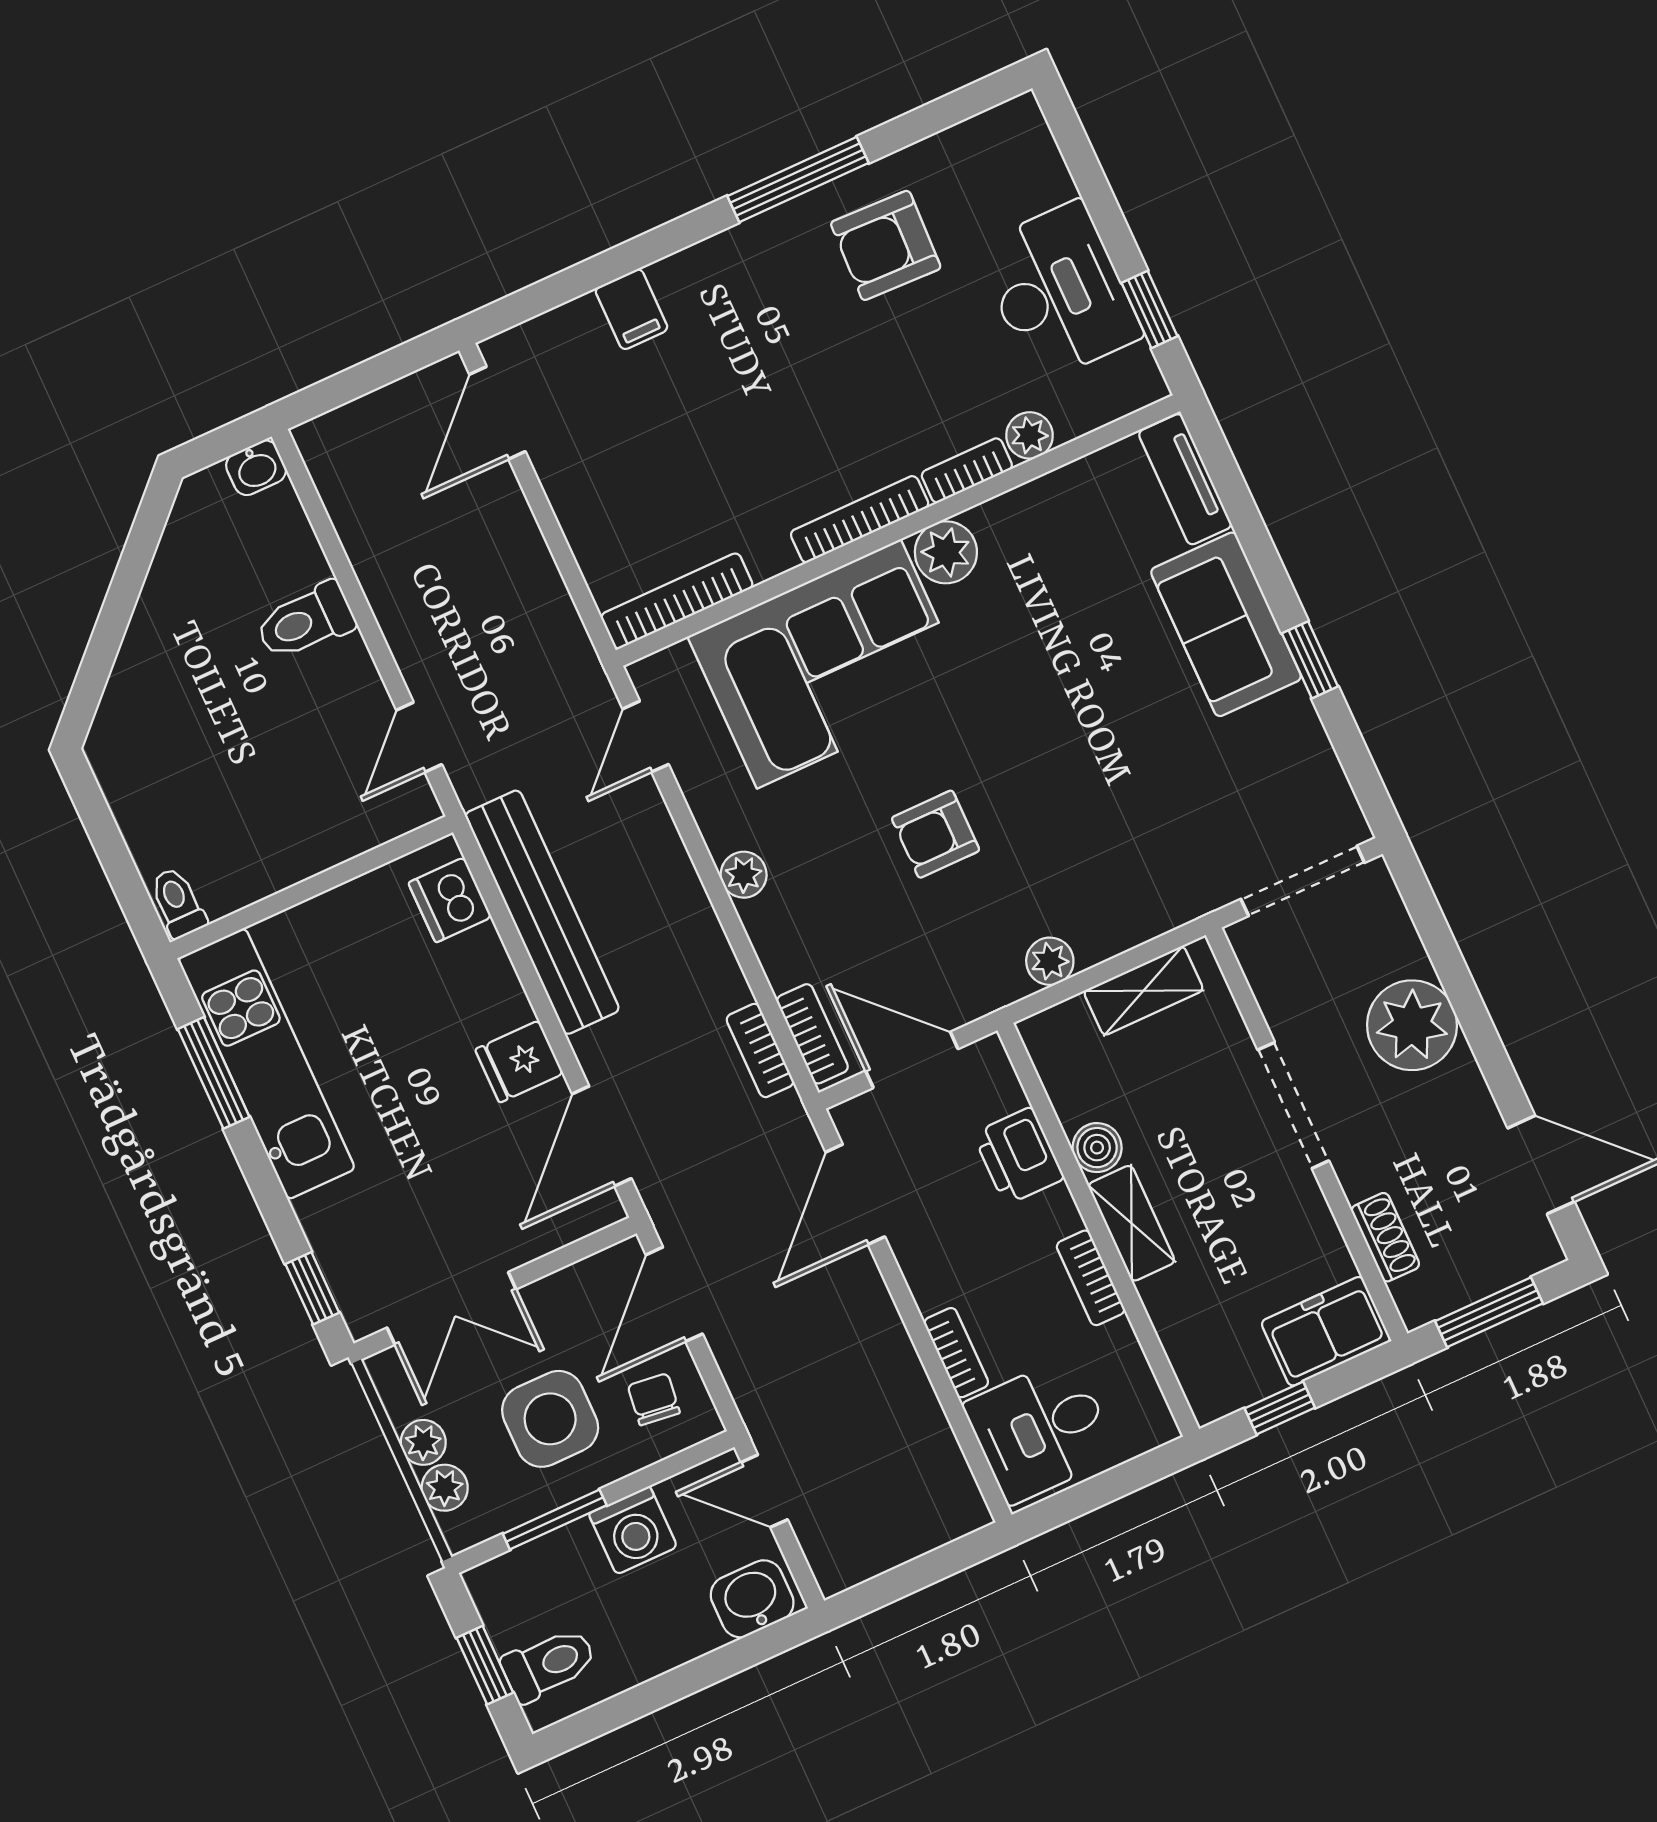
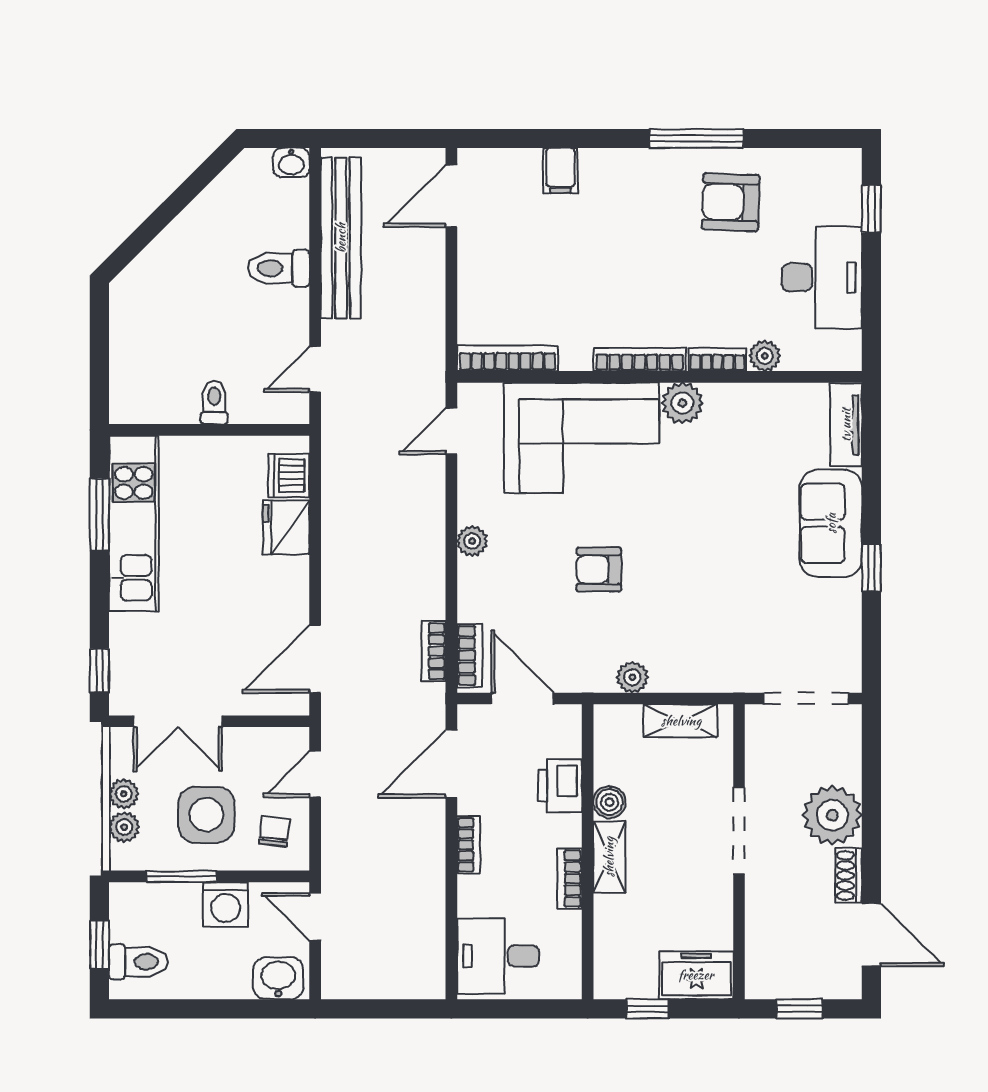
window: (1149, 309) -> (871, 209), moved
toilet: (178, 903) -> (214, 402), moved
bench: (542, 912) -> (341, 238), moved
fridge: (519, 1061) -> (286, 528), moved, width x1.38
shoe rack: (1385, 1237) -> (849, 875), moved, turned 180
door: (674, 1294) -> (315, 774), width x0.73
window: (1489, 1312) -> (800, 1009), width x0.67
bookcase: (956, 1353) -> (469, 845), moved

